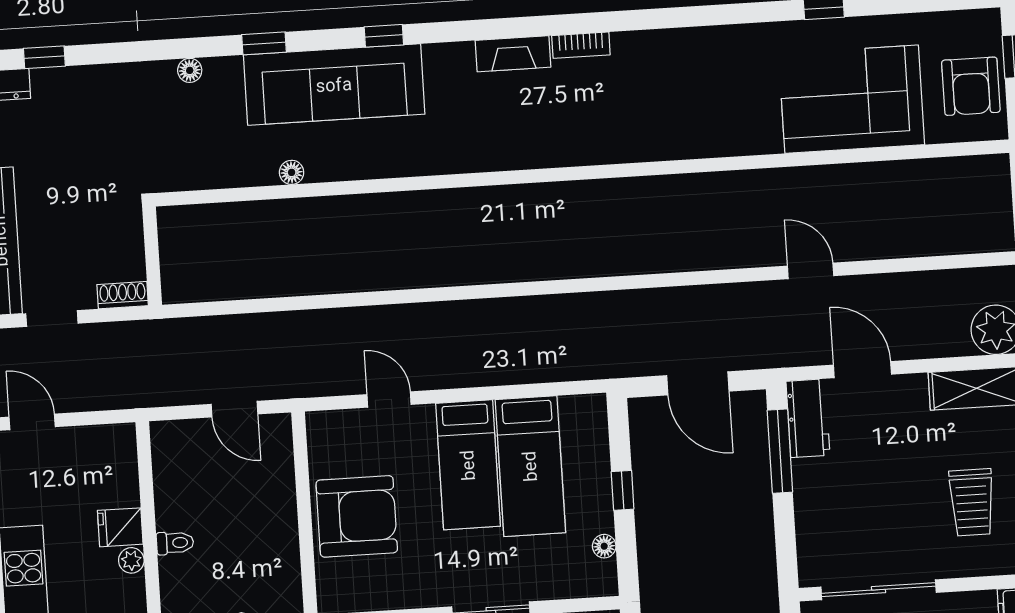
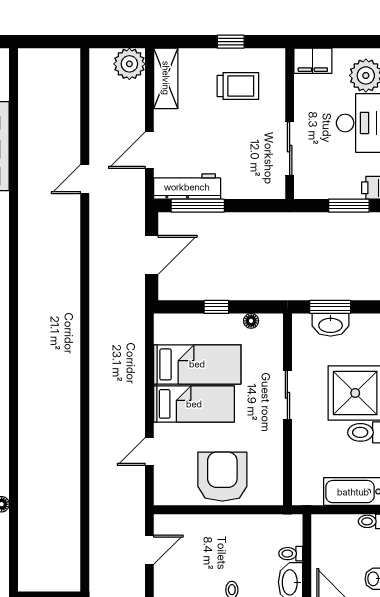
workbench: (808, 418) -> (187, 187), width x1.37
sliding door: (879, 590) -> (290, 149), width x0.73

